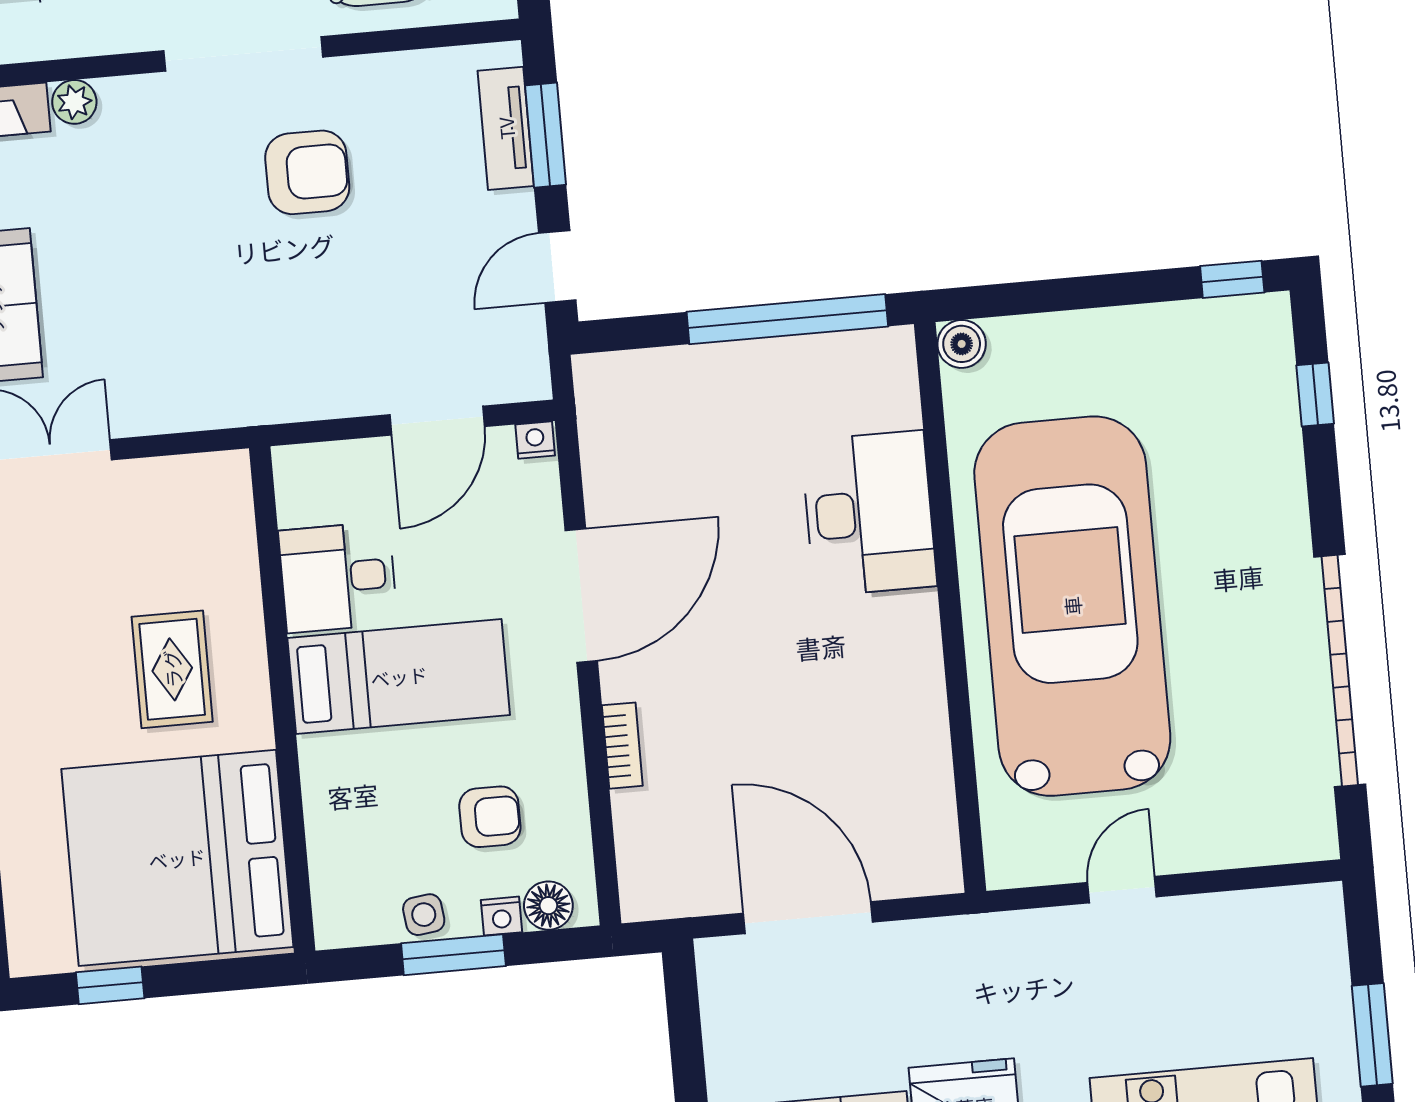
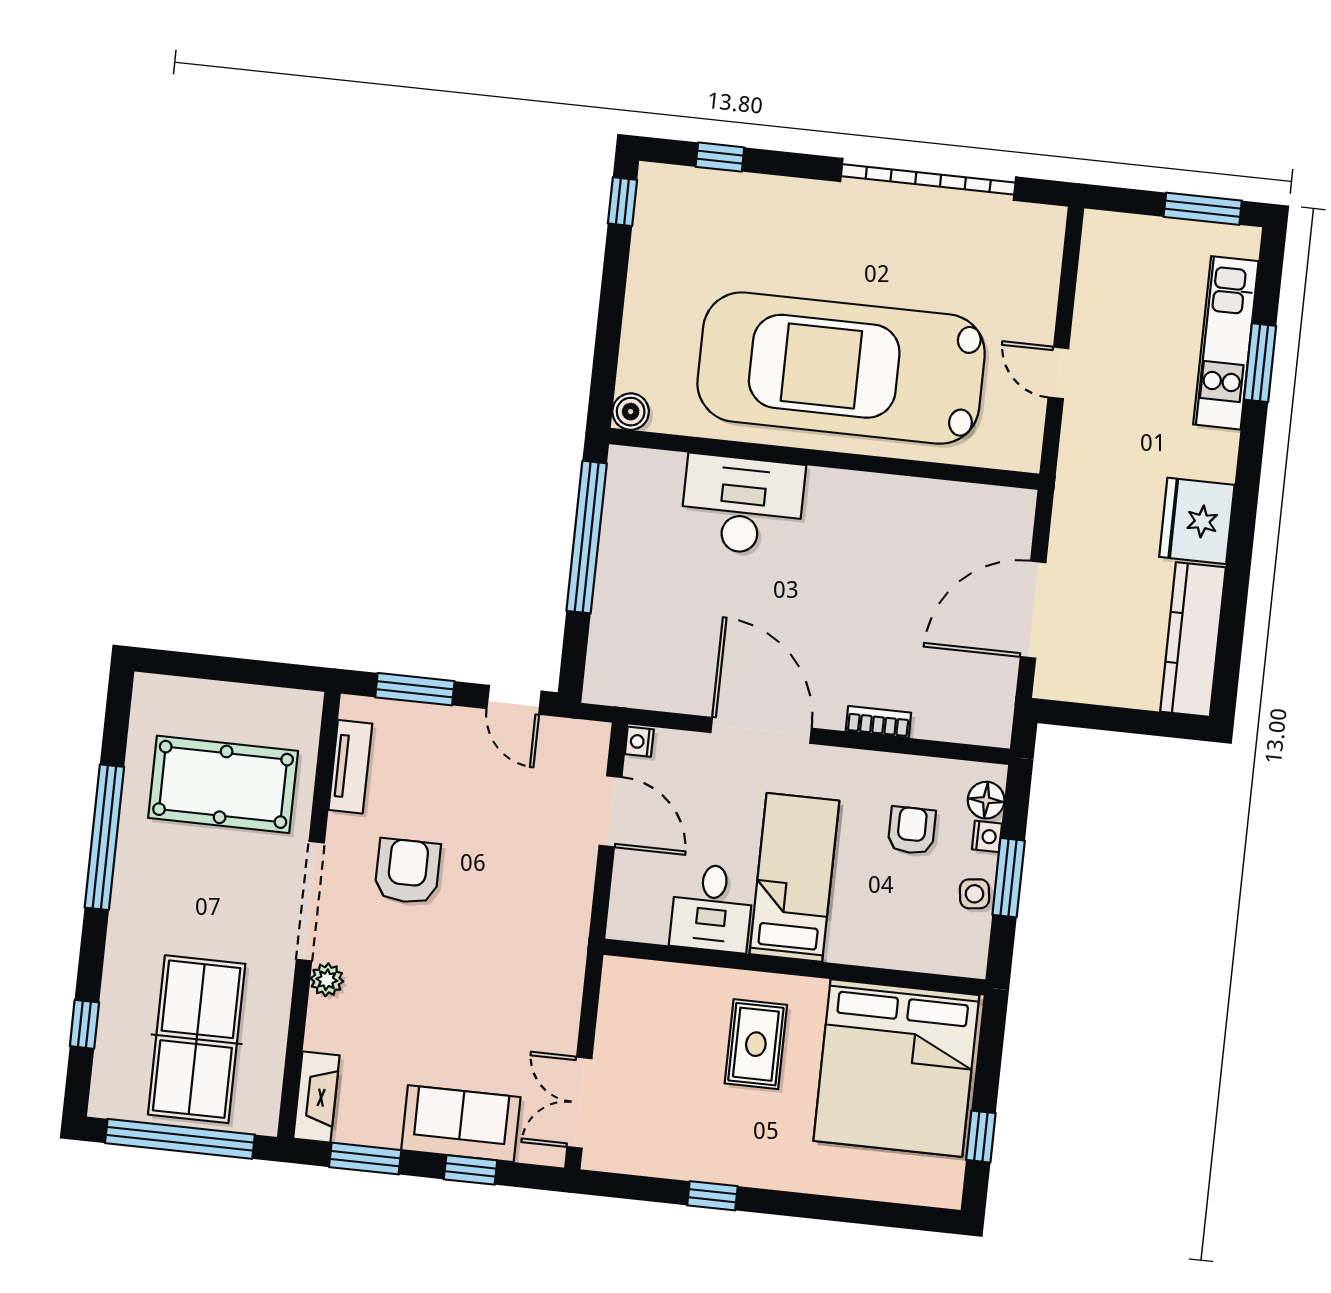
plant: (74, 102) -> (327, 980), moved
tv unit: (506, 128) -> (350, 767), moved, turned -90
rug: (172, 669) -> (756, 1044), turned 90

